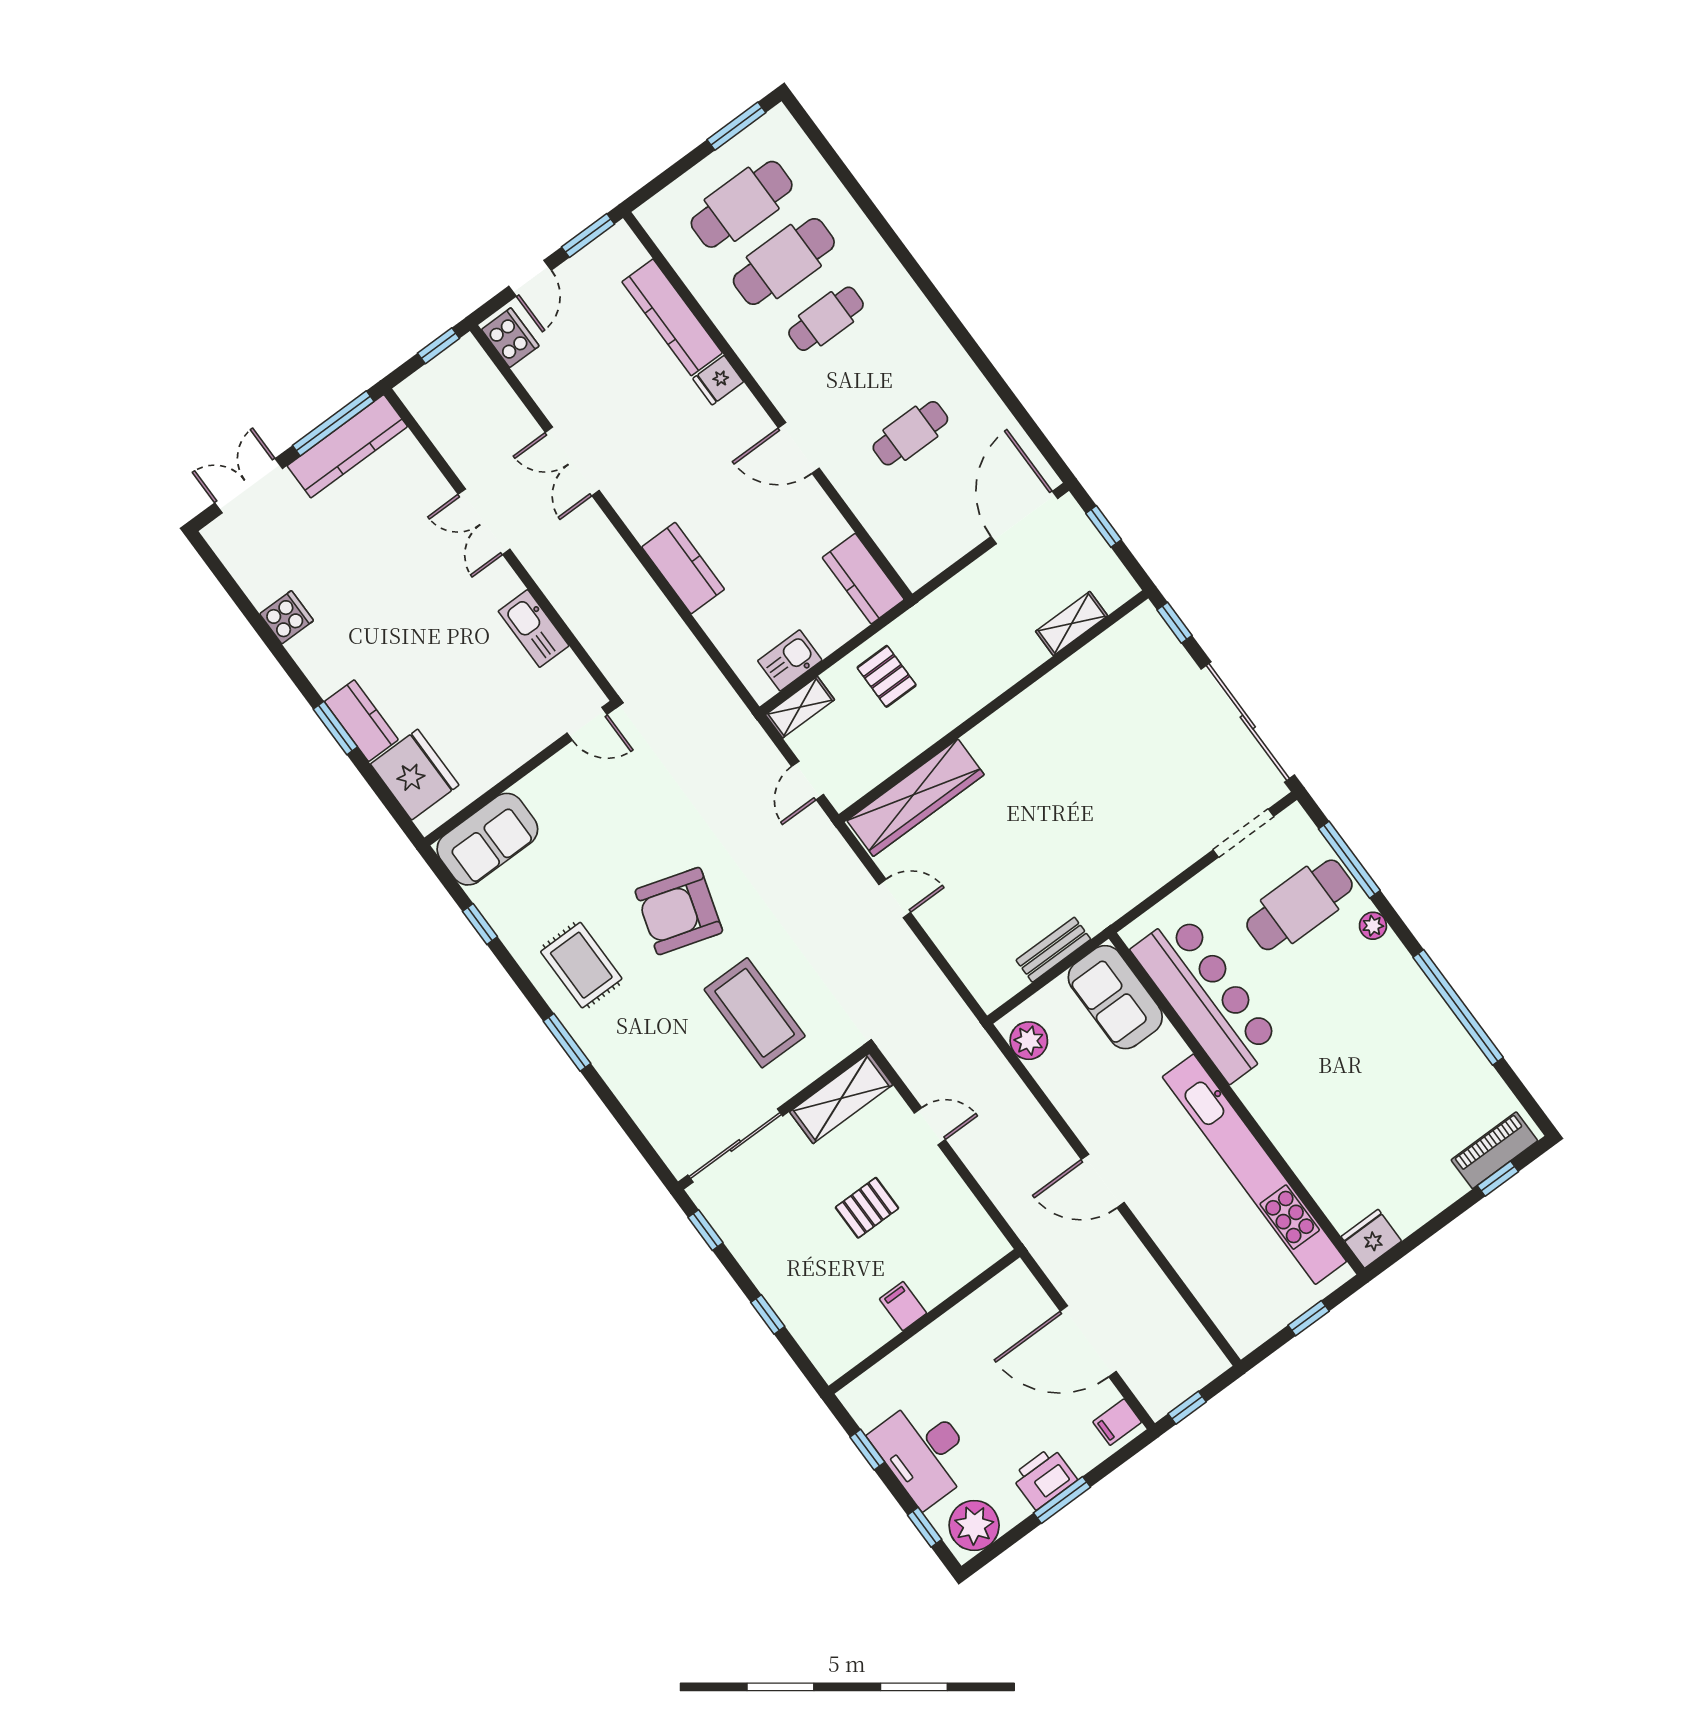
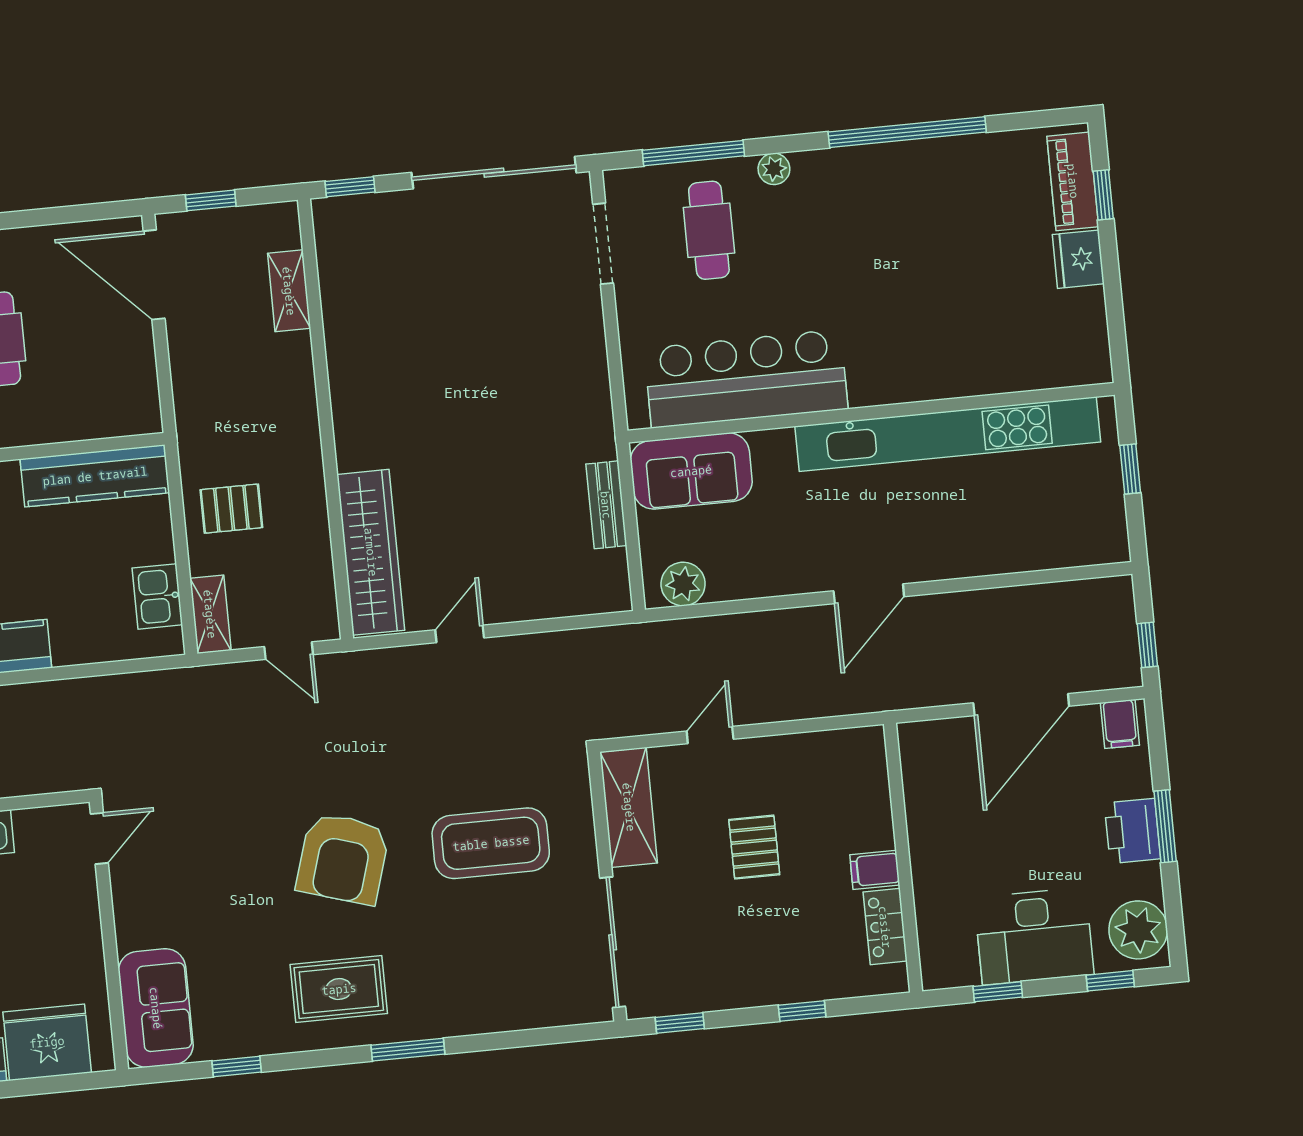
kitchen counter: (863, 579) -> (95, 476), width x1.50
cafe table: (1300, 905) -> (709, 230), width x0.73, depth x0.74
fridge: (1371, 1239) -> (1078, 259), moved
locker: (866, 1338) -> (885, 927), added

